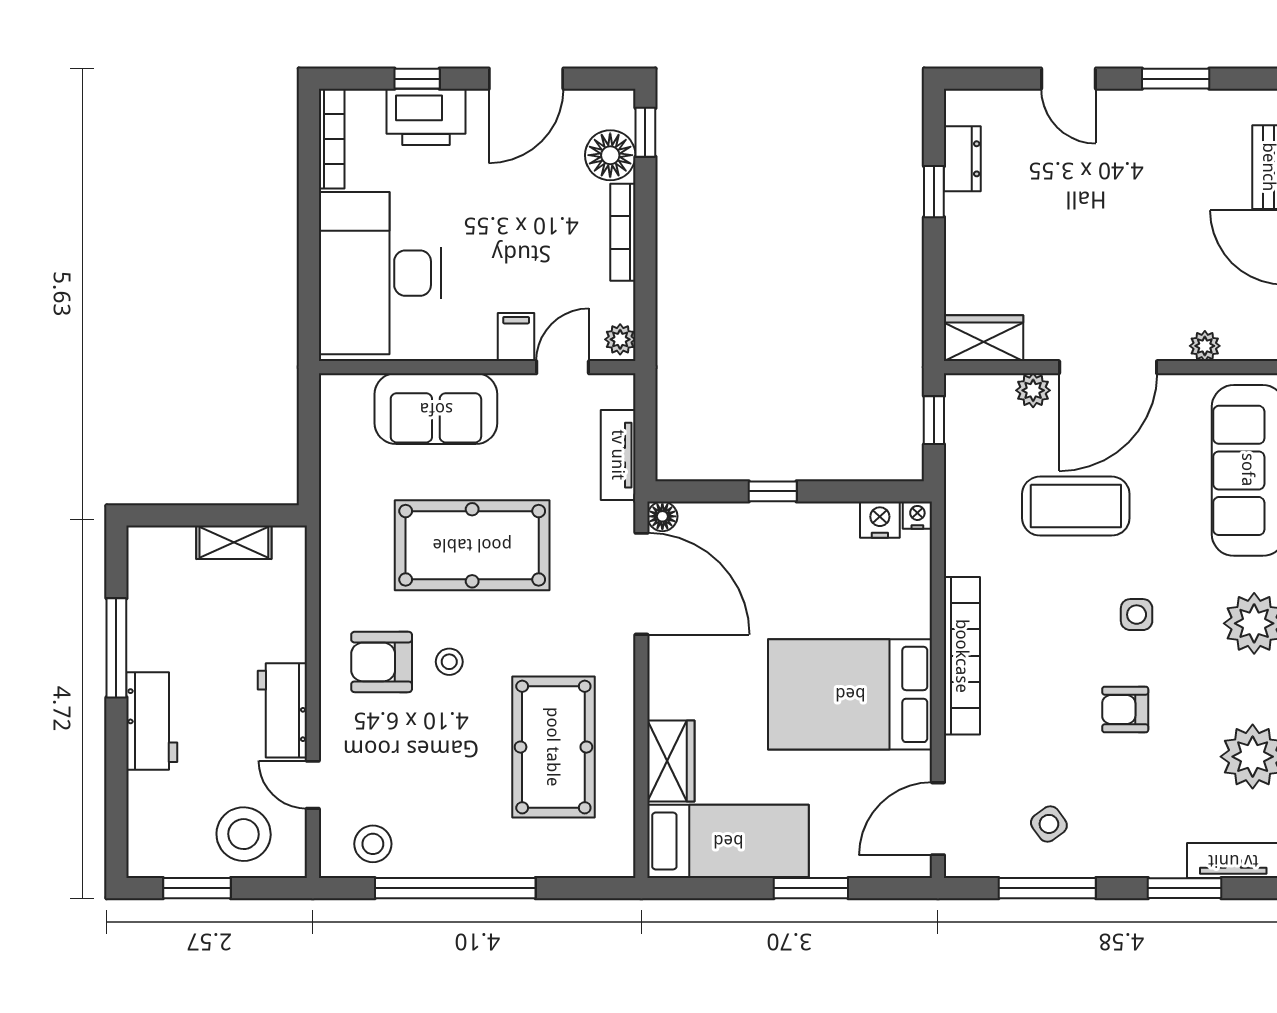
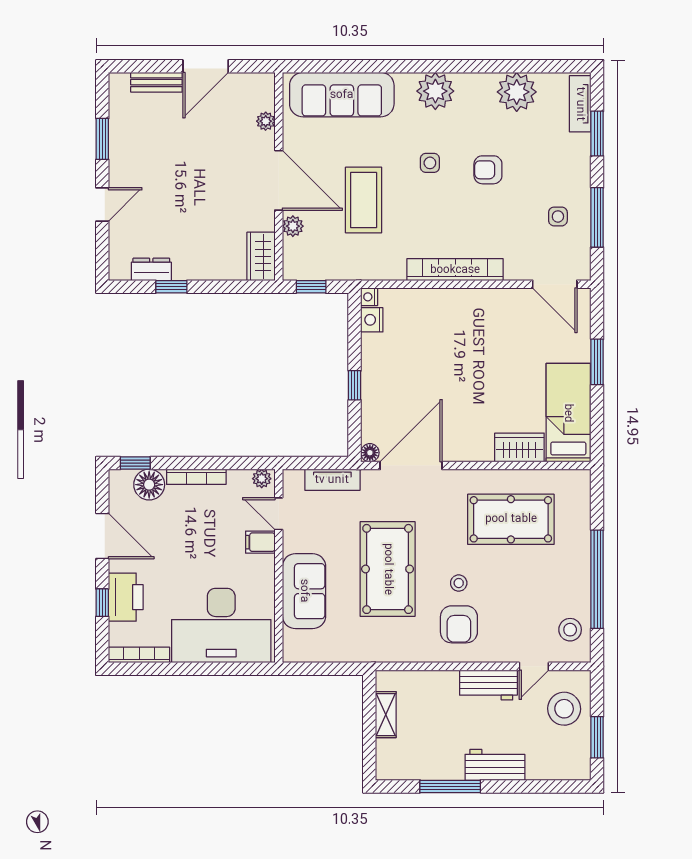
bed: (850, 694) -> (479, 338), removed
armchair: (1125, 710) -> (488, 170), turned 90
side table: (1049, 824) -> (558, 216), turned 36

